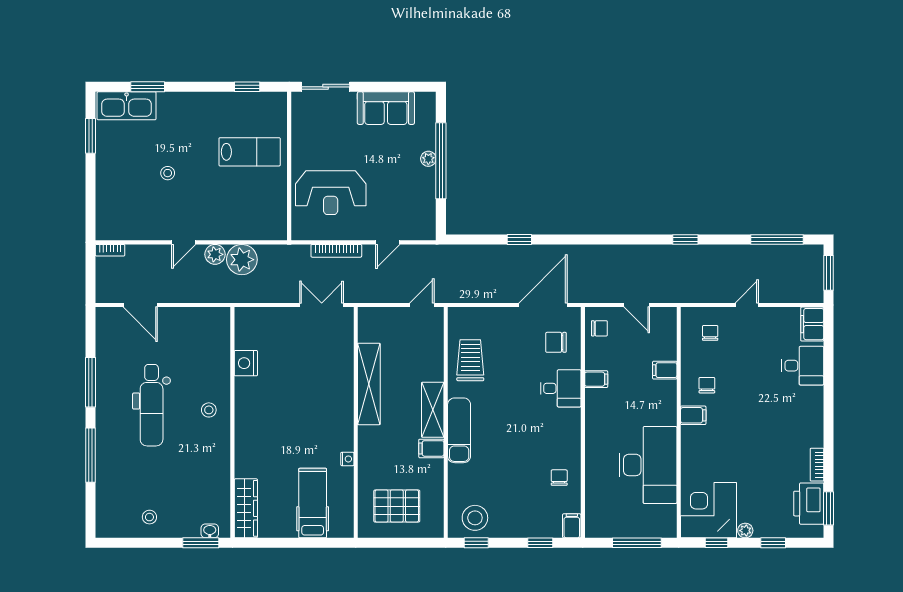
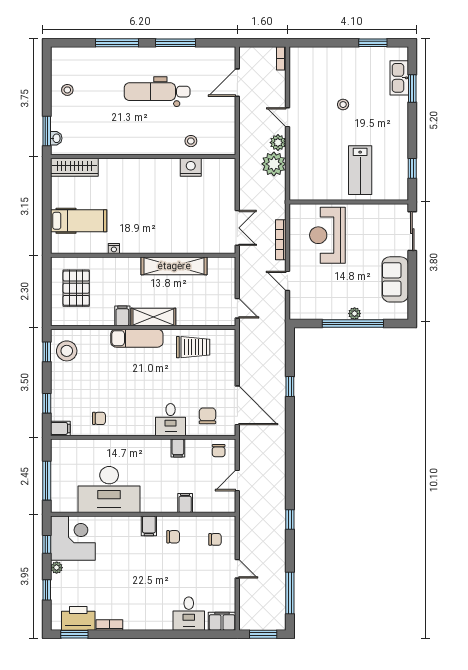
kitchen sink: (127, 106) -> (399, 78), width x0.73, depth x0.81
stool: (209, 410) -> (191, 141), moved

